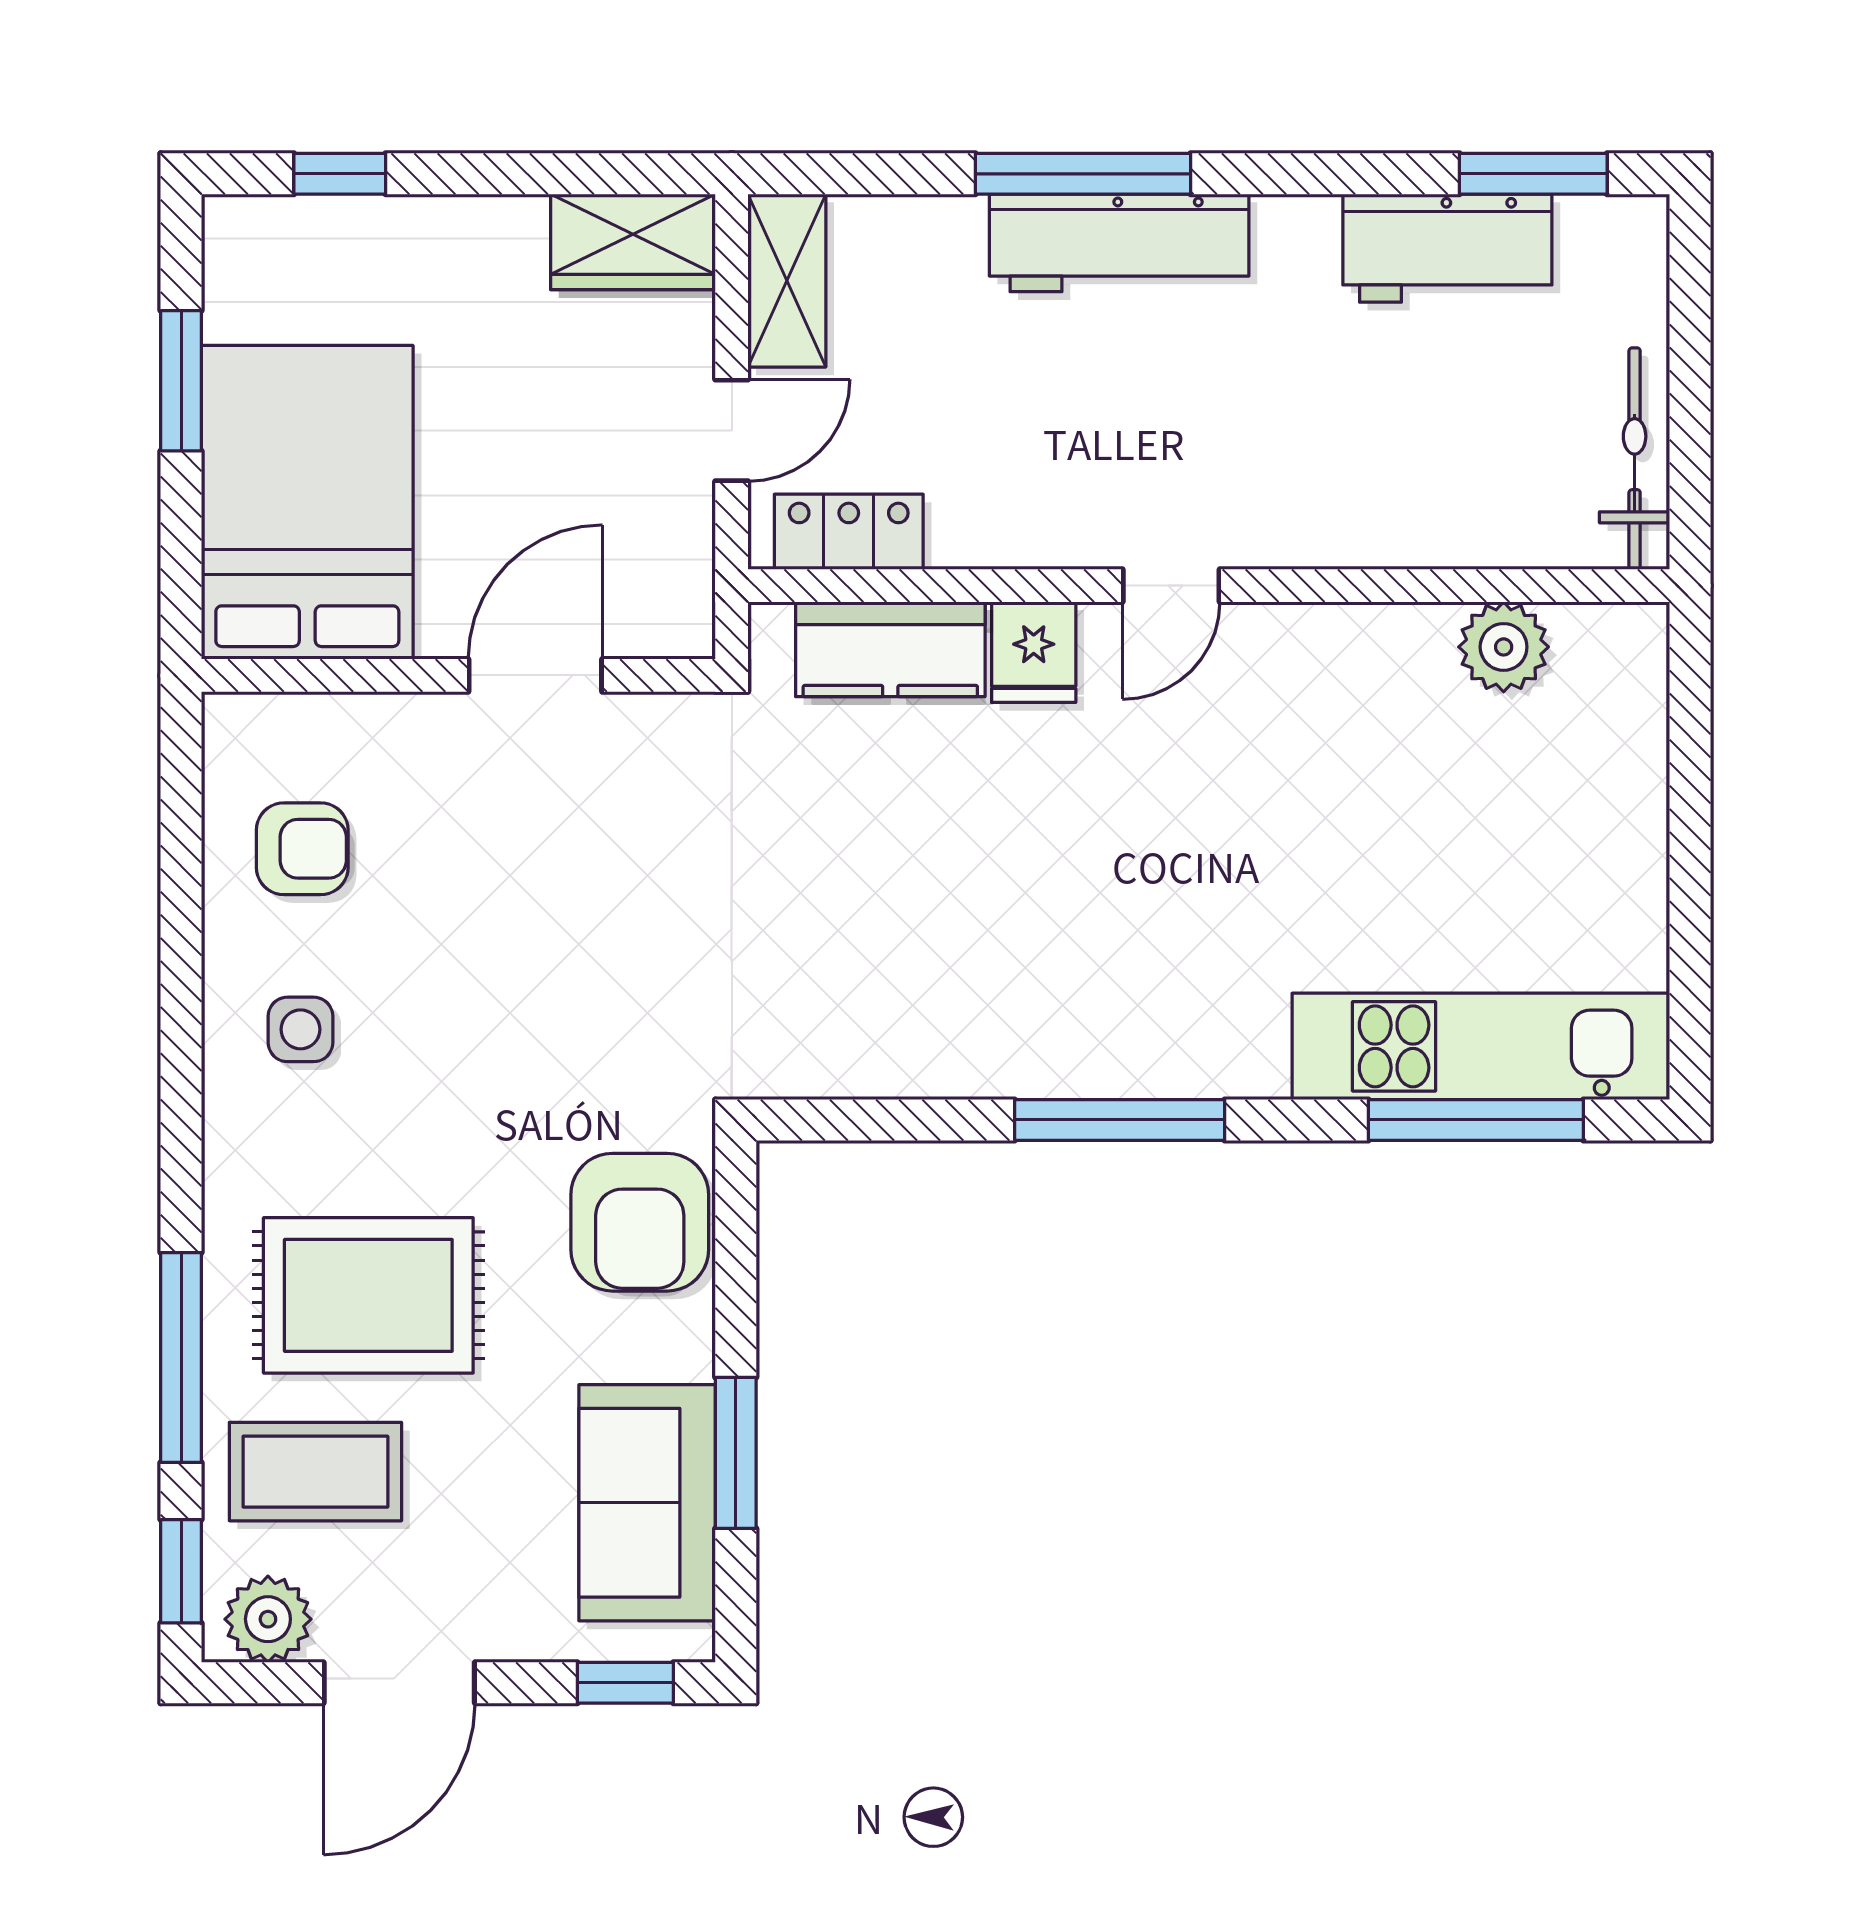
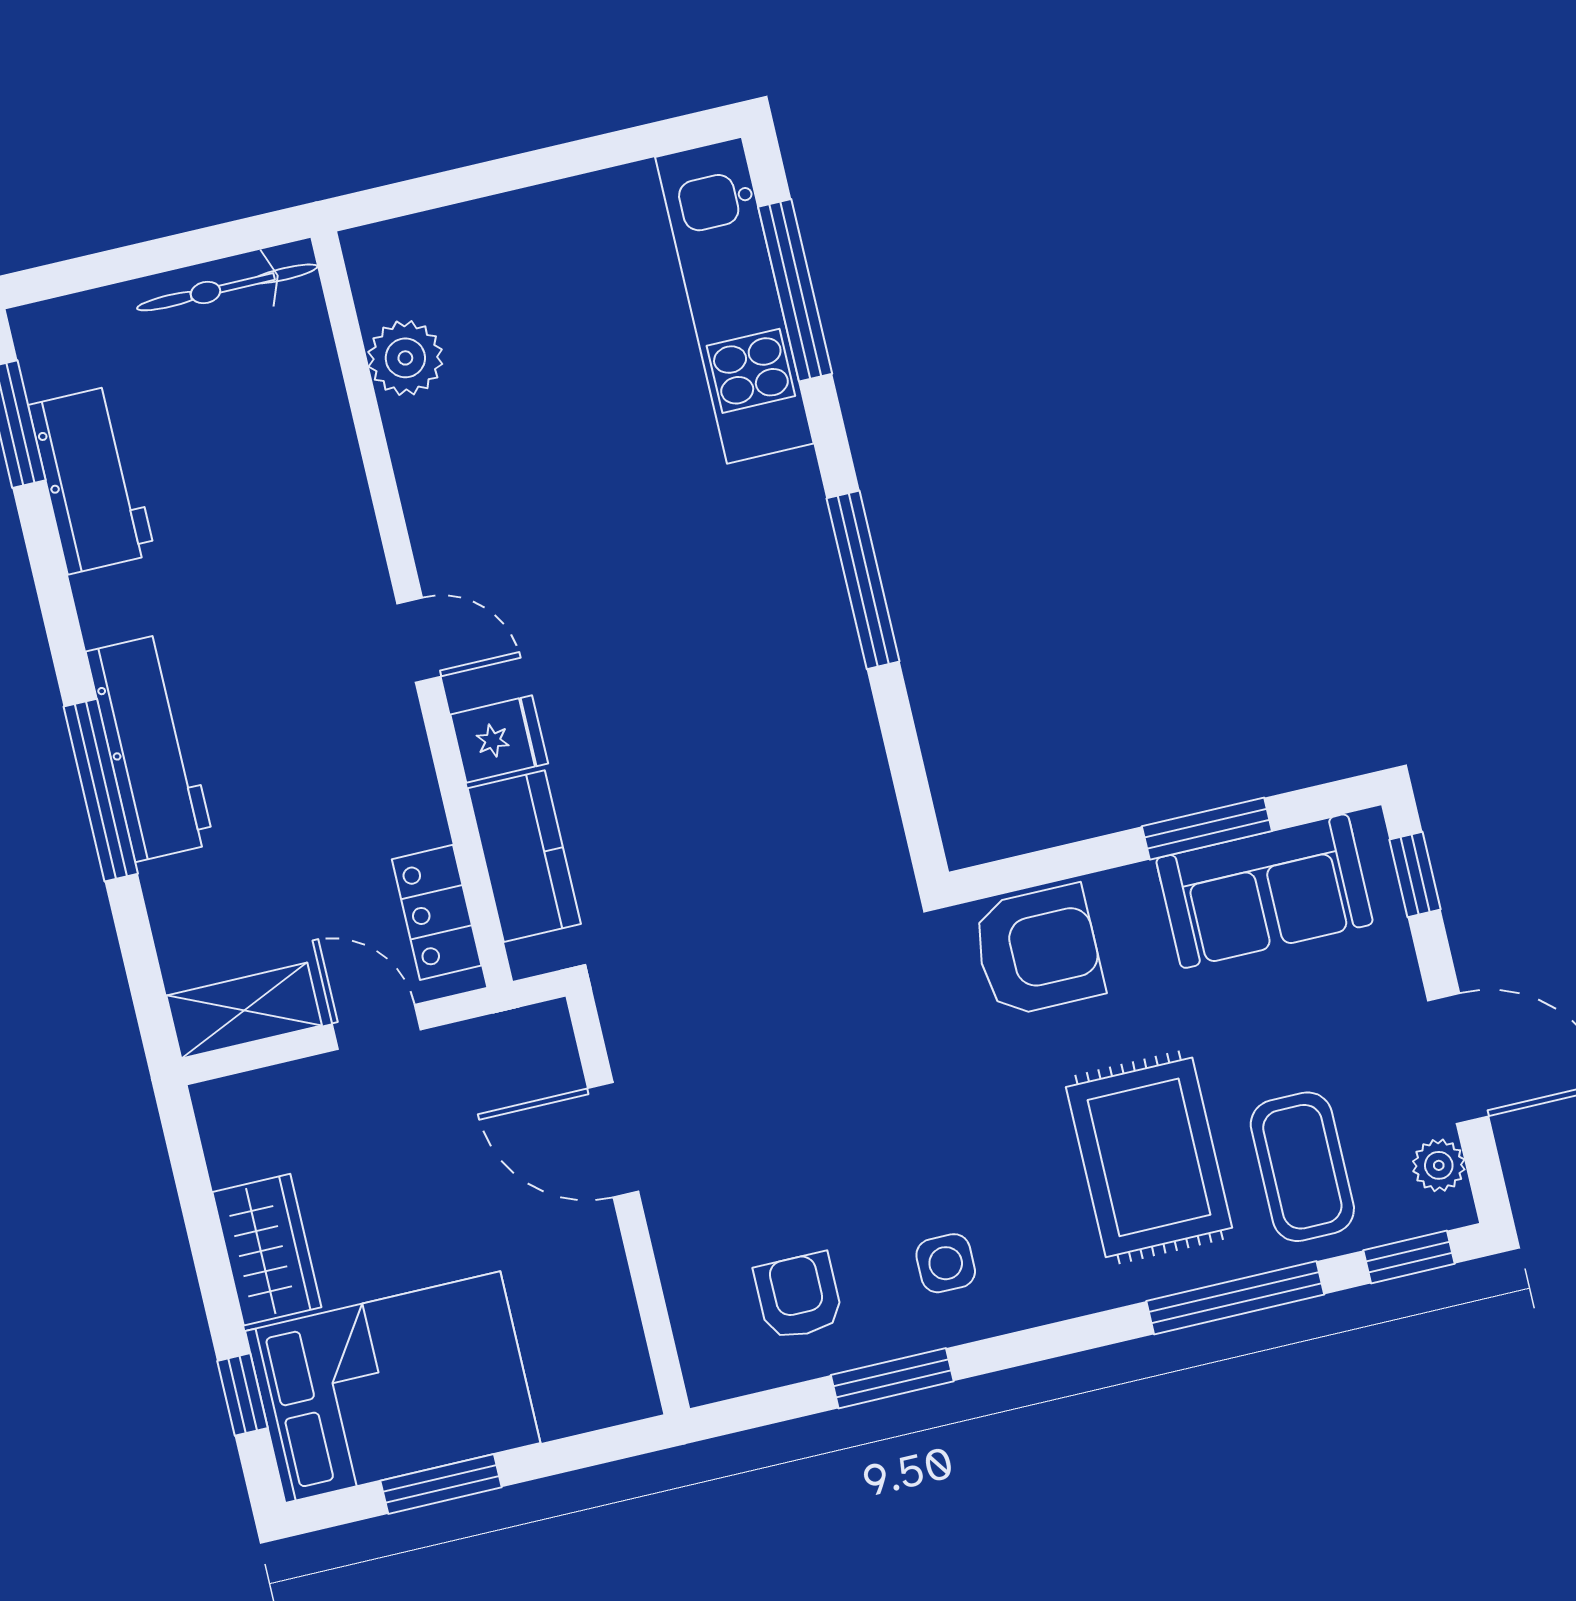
wardrobe: (633, 242) -> (267, 1250), moved
bed: (307, 502) -> (393, 1387), moved, turned 180
window: (181, 936) -> (892, 1378), added
plant: (268, 1619) -> (1439, 1165), width x0.73, depth x0.73

